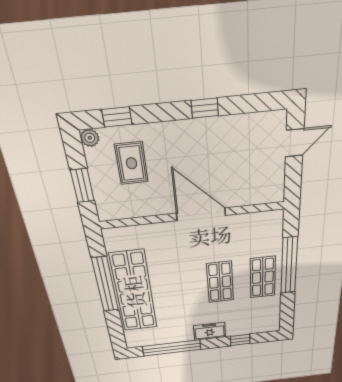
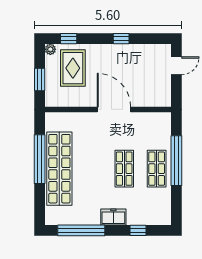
rug: (131, 163) -> (73, 68), width x1.36, depth x1.43

